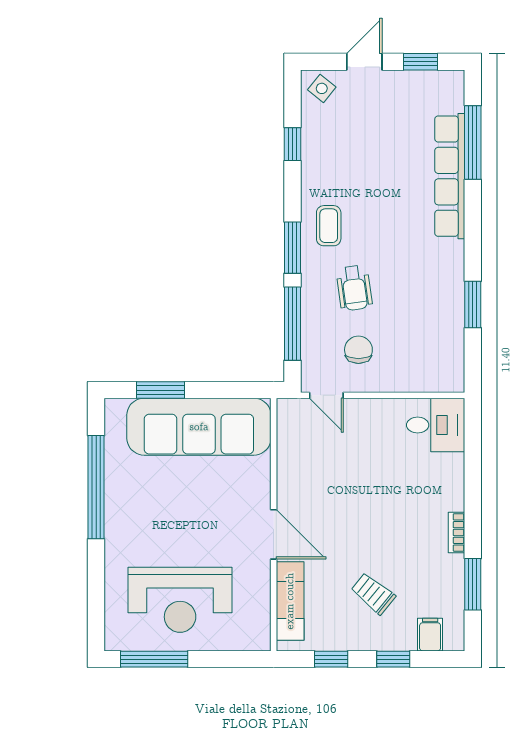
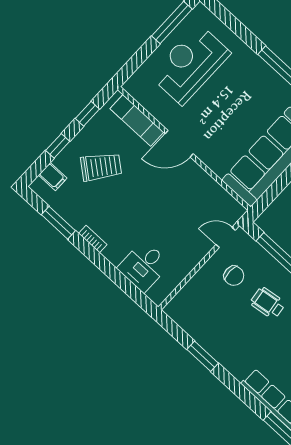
desk: (436, 425) -> (144, 266), moved
trolley: (373, 594) -> (101, 167), width x1.36, depth x1.39

